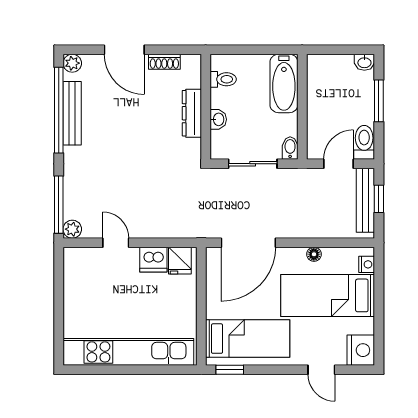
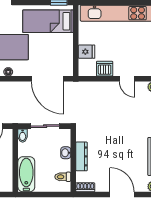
shoe rack: (164, 62) -> (85, 187), moved
door: (248, 243) -> (48, 79), swing flipped
fridge: (180, 261) -> (87, 52), moved, turned 90

